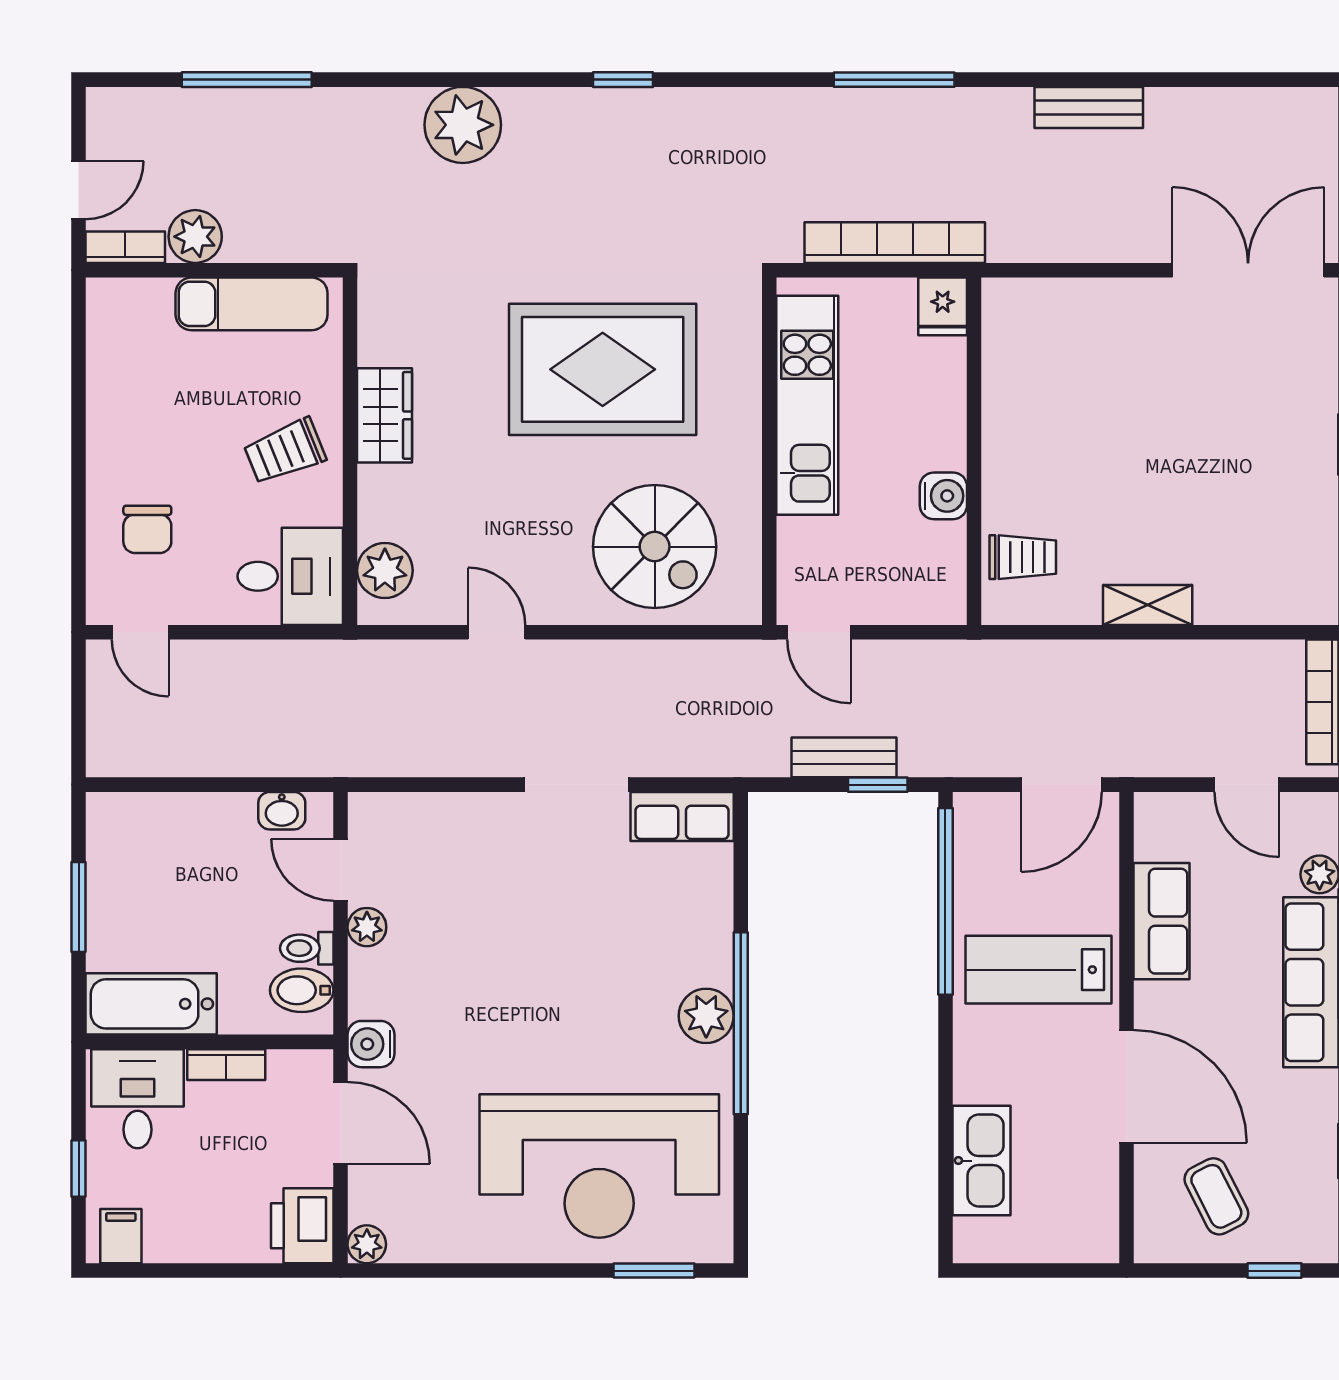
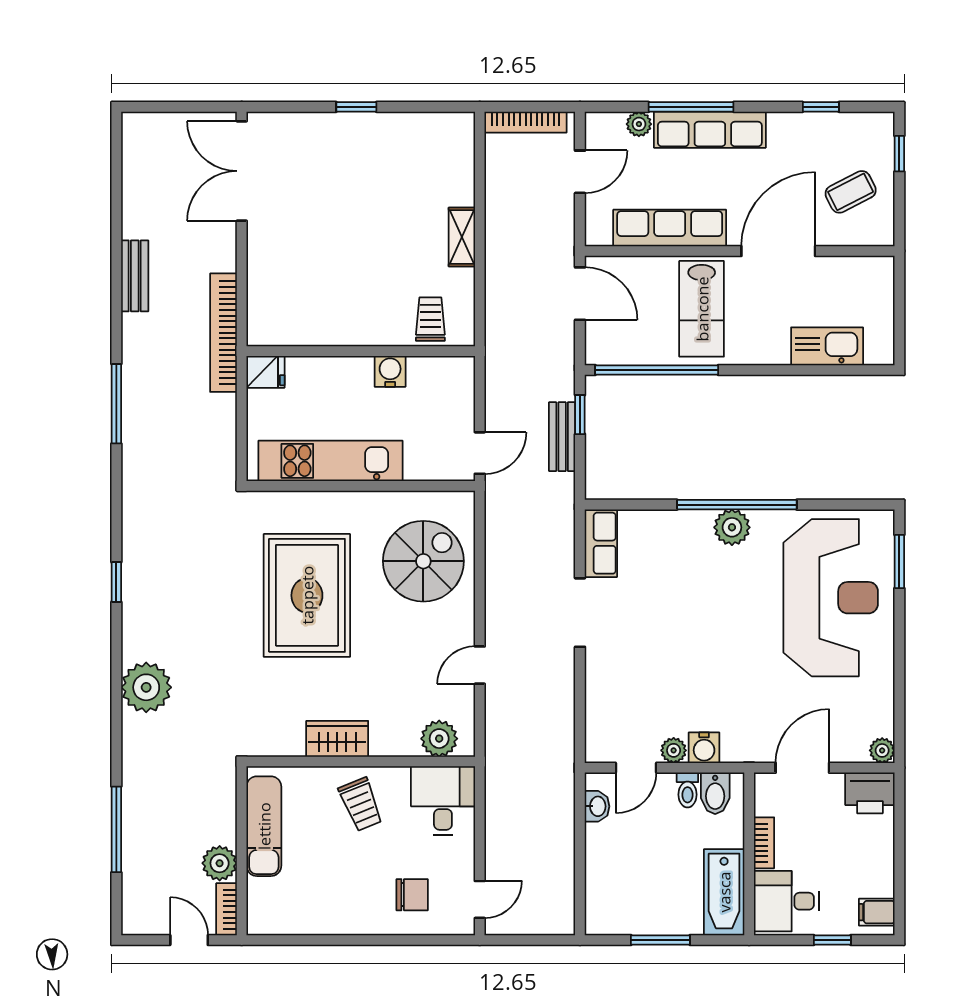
bookcase: (895, 243) -> (224, 333), moved
row of seats: (1161, 921) -> (670, 228), width x1.48
water cooler: (371, 1044) -> (704, 748), moved

